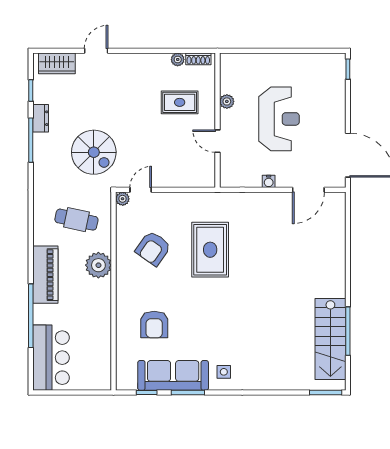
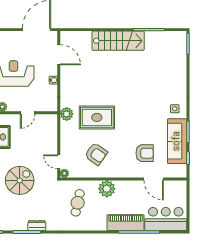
dresser: (41, 118) -> (37, 226), moved
spiral stairs: (94, 152) -> (20, 180), moved
plant: (216, 202) -> (67, 114), added
piano: (45, 275) -> (126, 223), moved
door: (114, 339) -> (154, 179), added
stairs: (330, 339) -> (118, 41), moved

